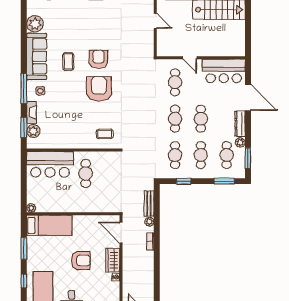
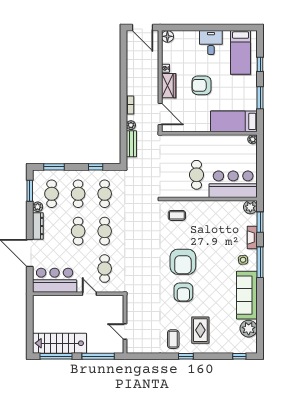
rug: (82, 22) -> (200, 330), added
coffee table: (68, 62) -> (173, 339), moved
plant: (33, 131) -> (250, 207), moved

